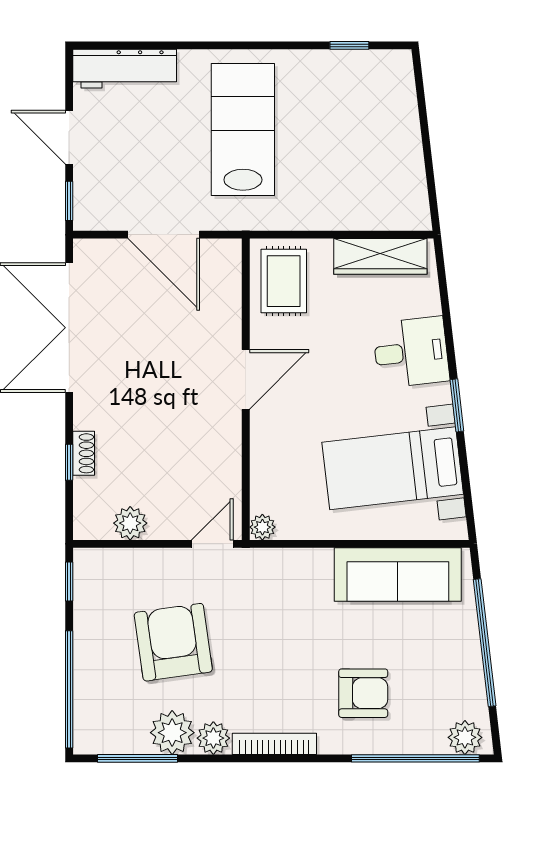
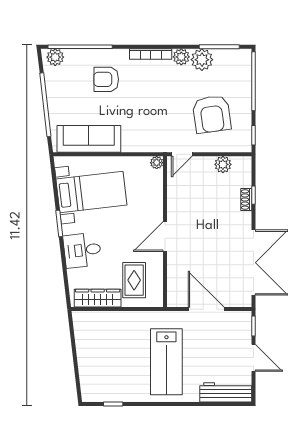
rug: (284, 281) -> (134, 280), moved
armchair: (173, 642) -> (212, 114), moved

